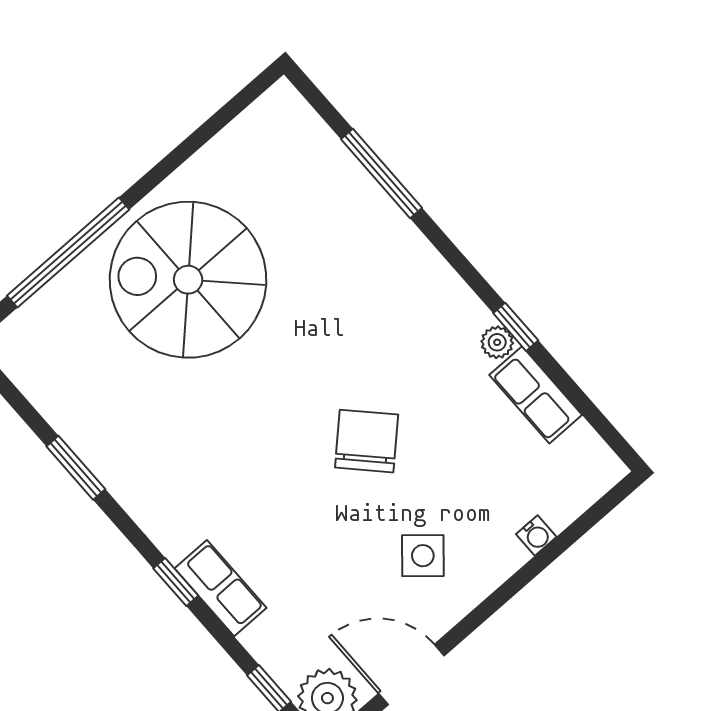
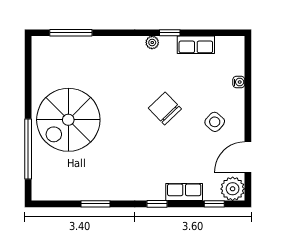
window: (382, 174) -> (71, 33), moved
plant: (497, 342) -> (152, 42), moved
row of seats: (221, 588) -> (184, 192), moved

